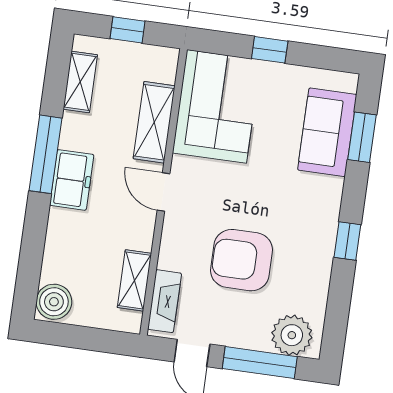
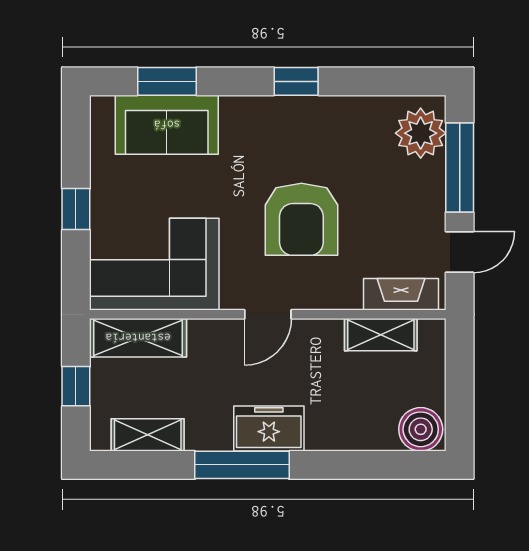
shelving: (154, 122) -> (138, 338), moved
armchair: (242, 260) -> (301, 219), moved

